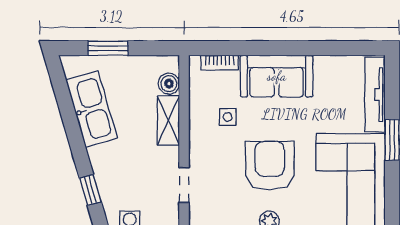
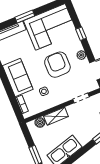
armchair: (270, 166) -> (57, 65), turned 90

